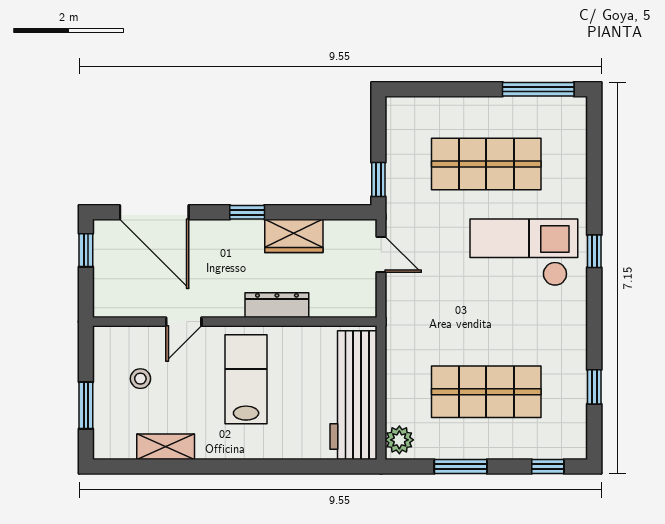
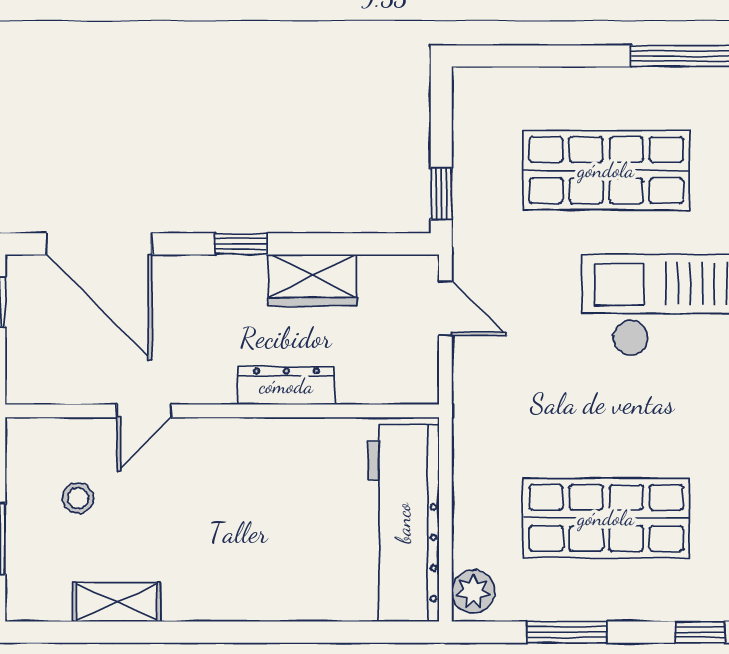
lab bench: (246, 379) -> (239, 499), removed

